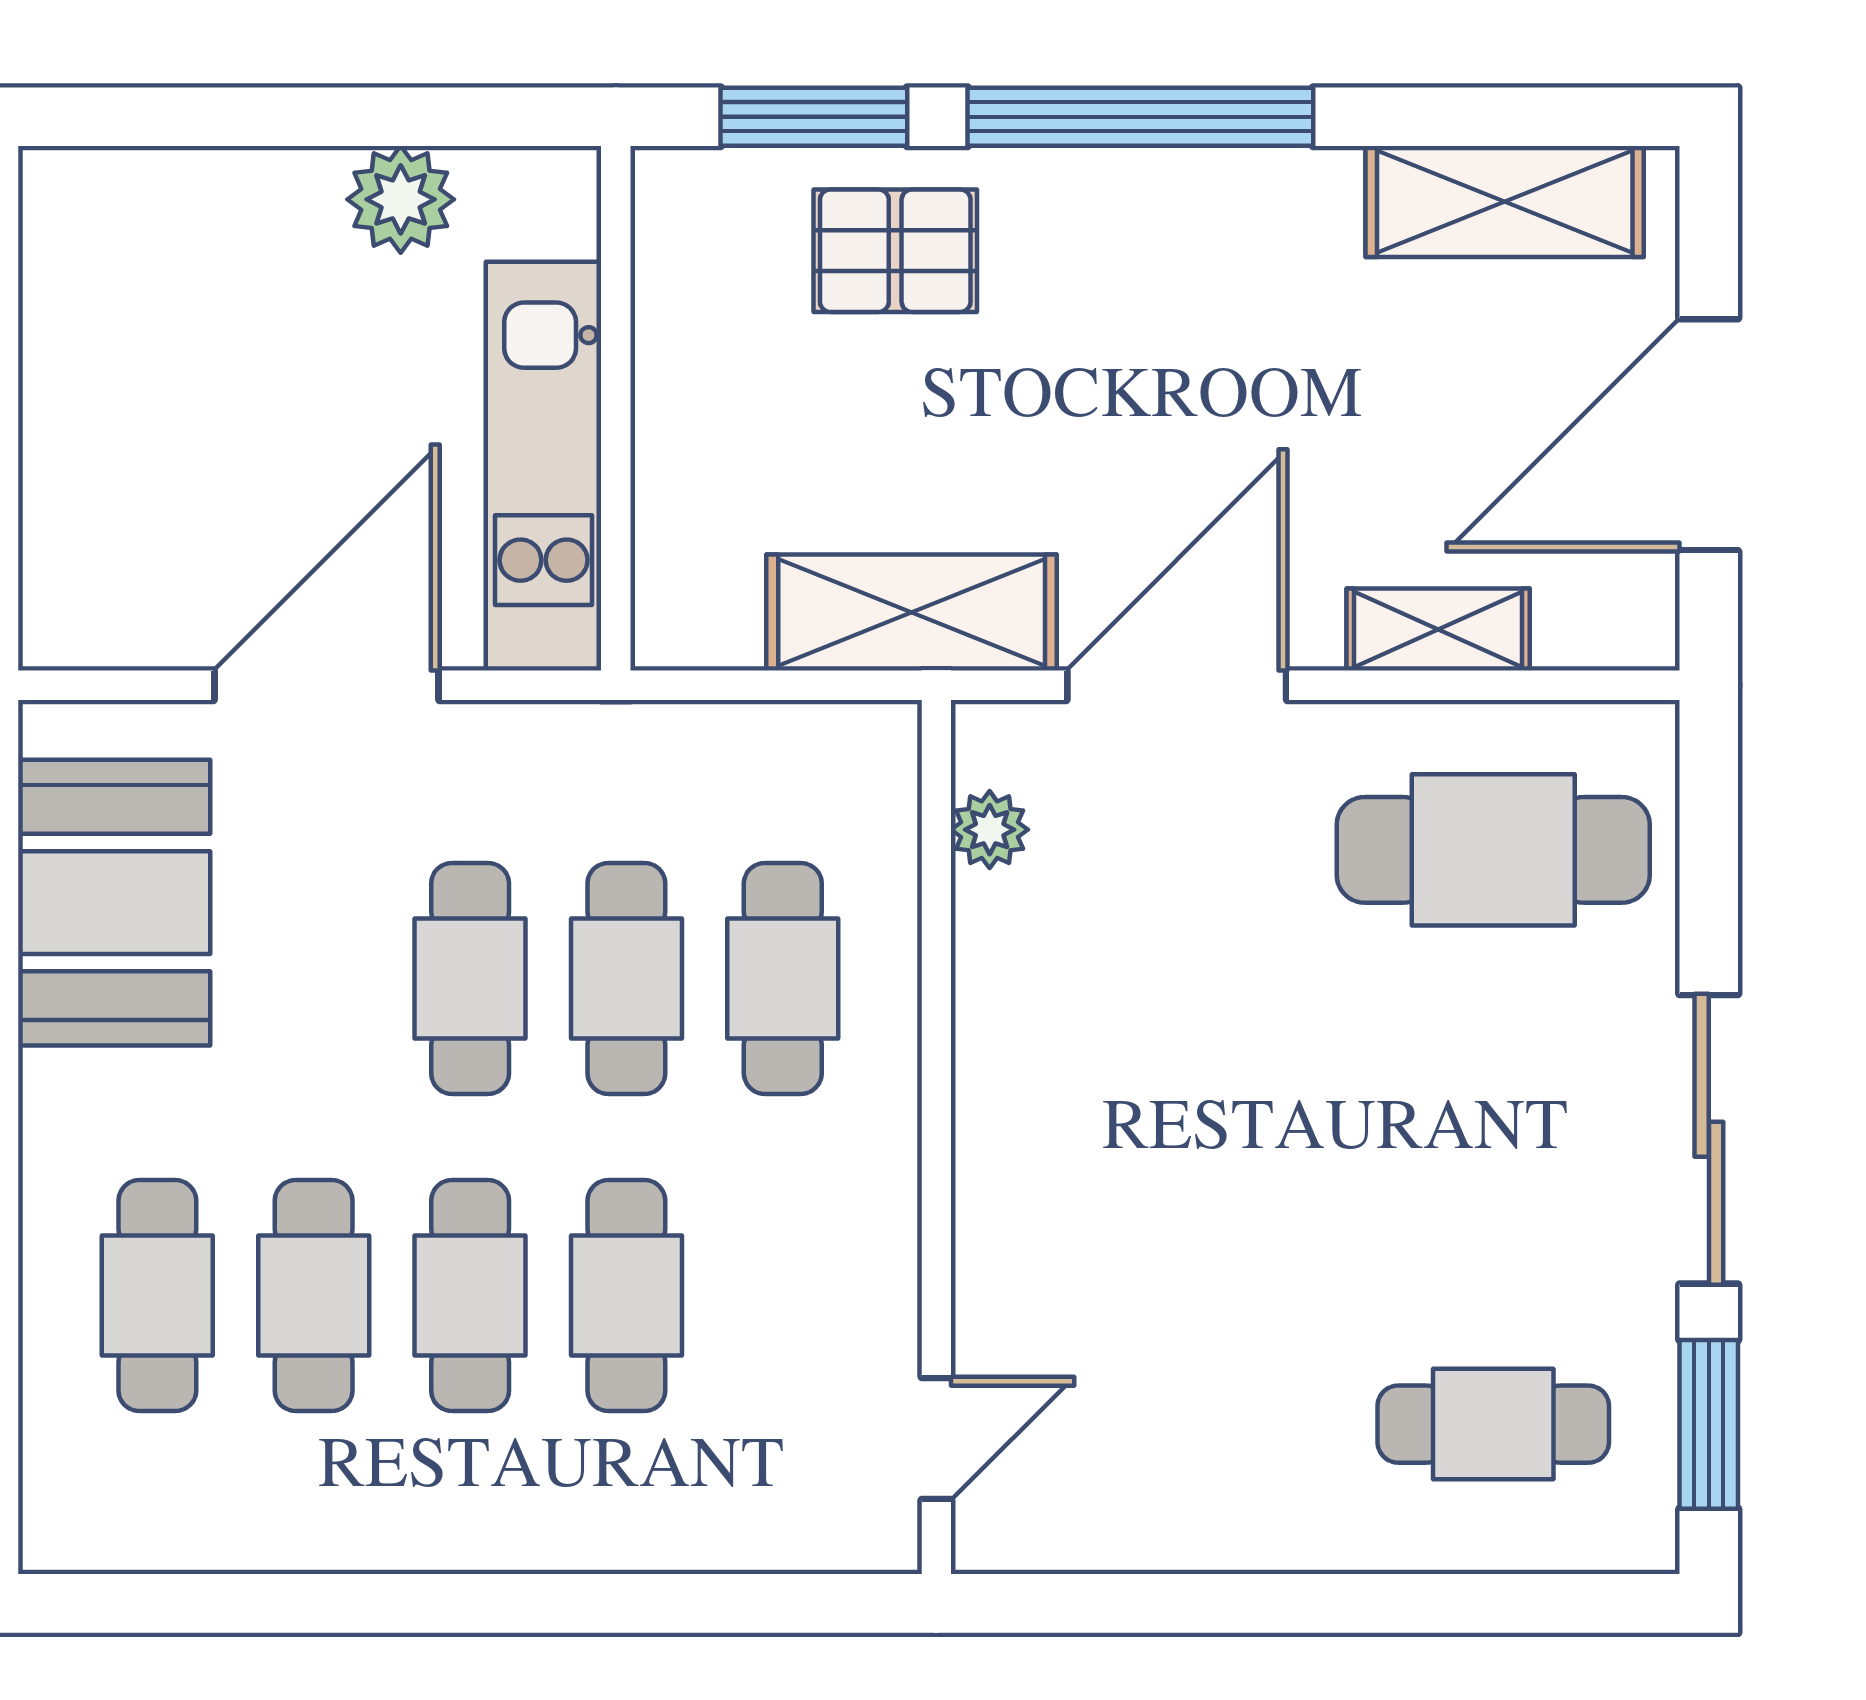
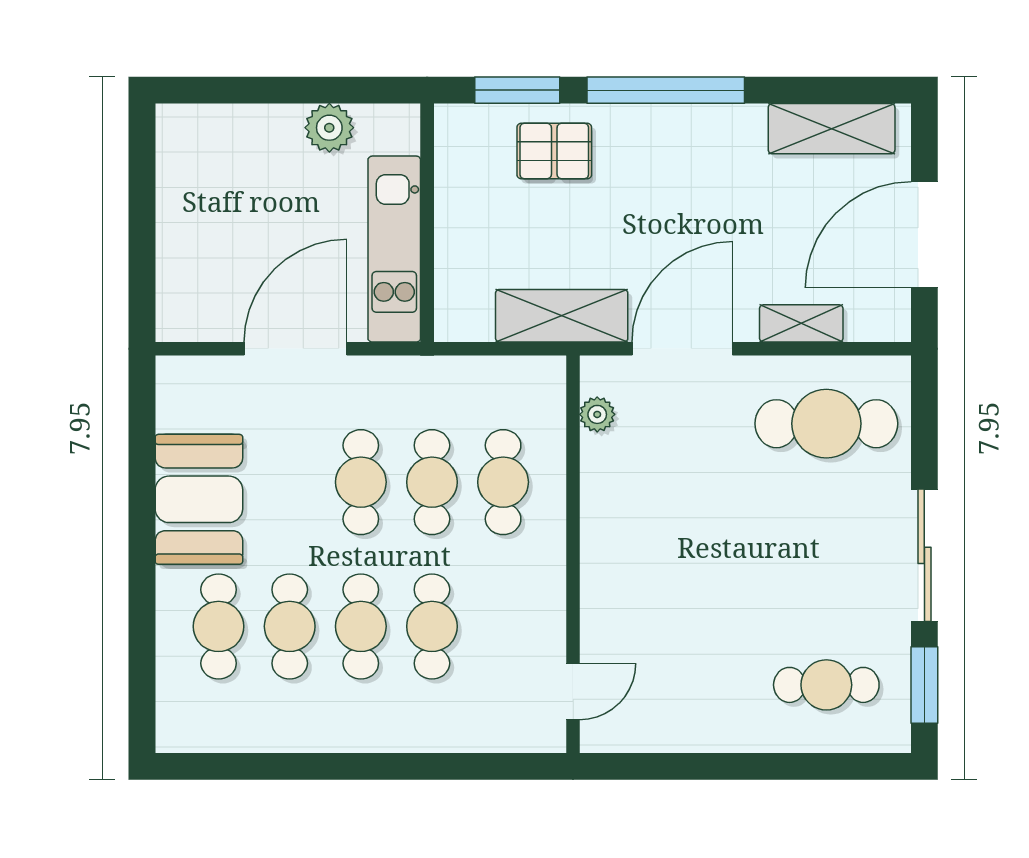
booth: (114, 903) -> (199, 499), moved

